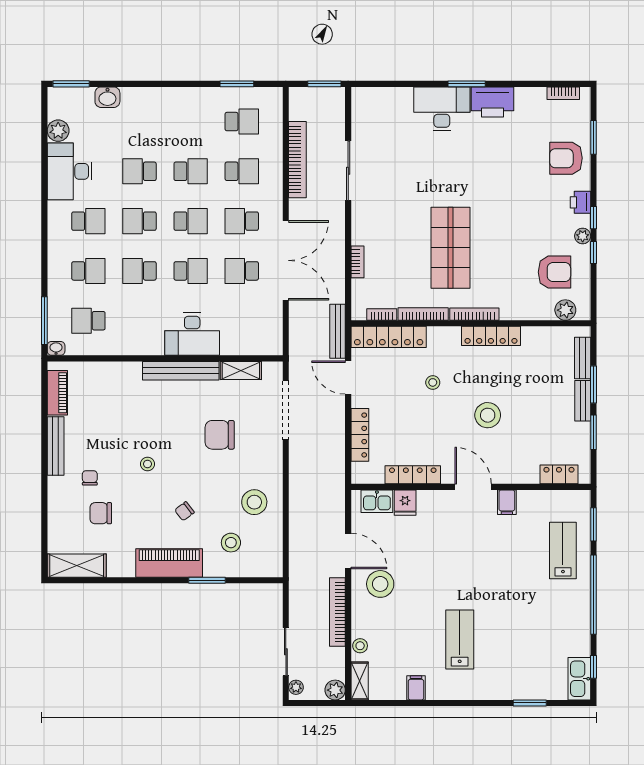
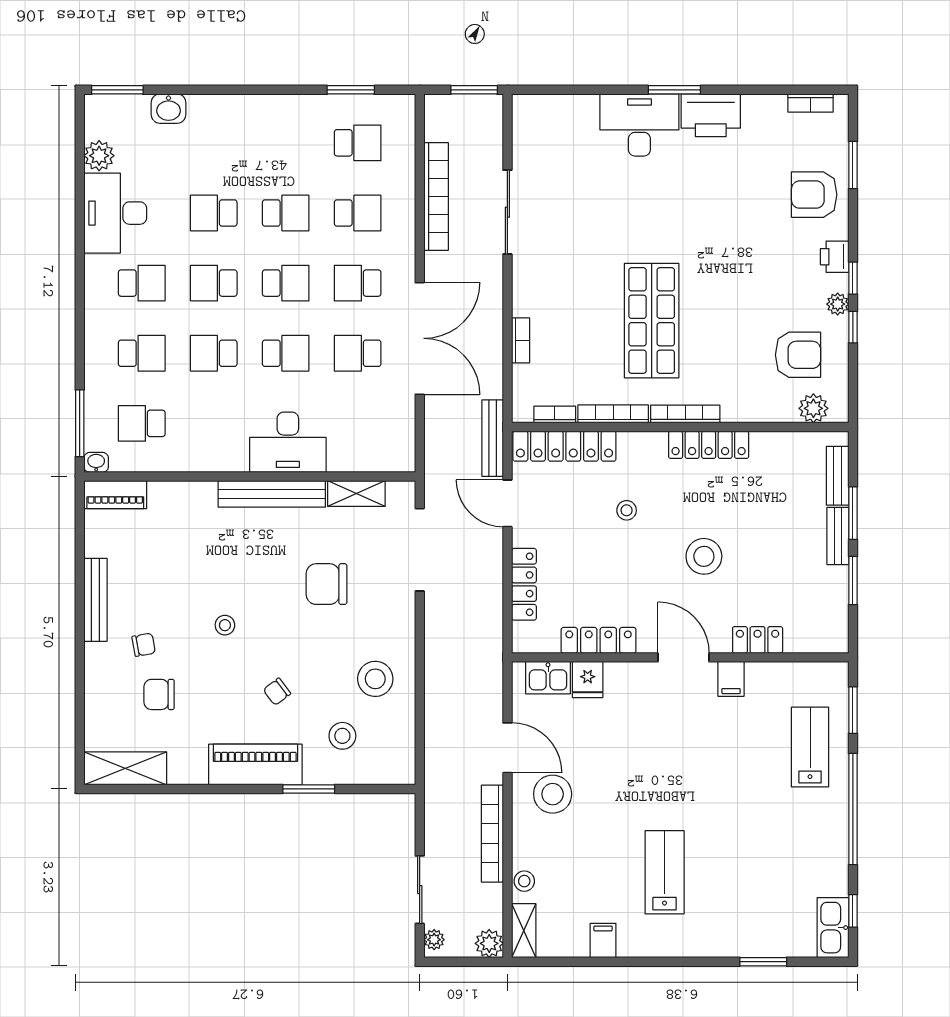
piano: (57, 393) -> (115, 495), moved, turned 90
locker: (559, 474) -> (758, 640), moved
chair: (90, 478) -> (144, 645), turned 80

